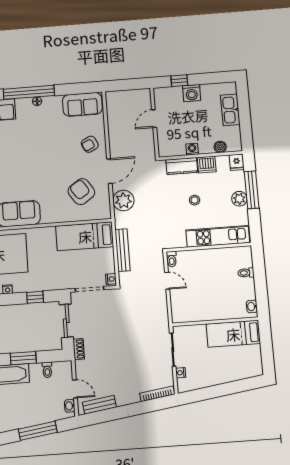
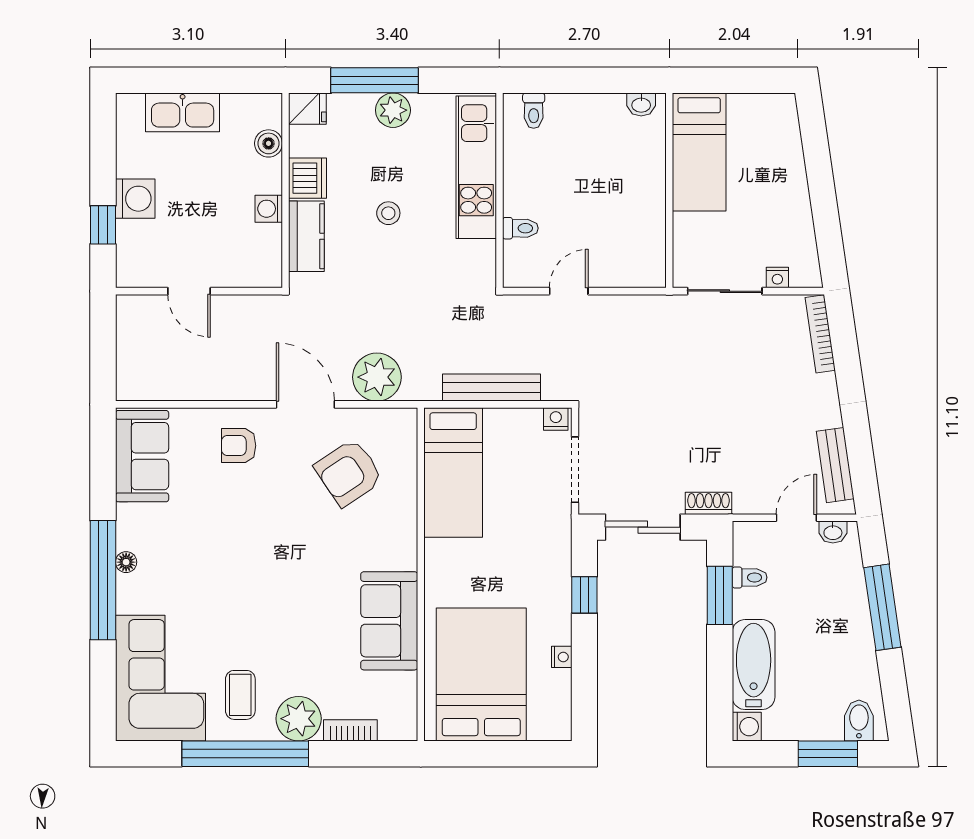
armchair: (90, 144) -> (239, 446), turned 116
toilet: (172, 259) -> (520, 228), moved
toilet: (246, 273) -> (534, 111), moved
window: (23, 358) -> (720, 595), moved

